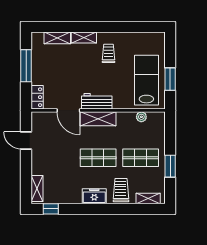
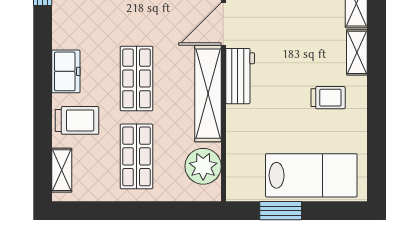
lab bench: (146, 80) -> (311, 175), moved
plant: (141, 117) -> (203, 166), width x1.88, depth x1.88
shelving: (98, 119) -> (208, 94), width x1.47
window: (170, 166) -> (121, 211), removed

